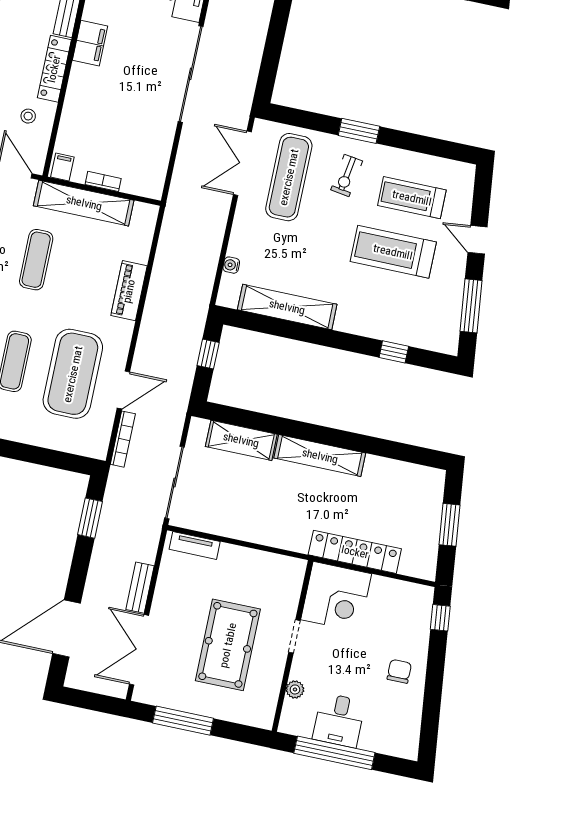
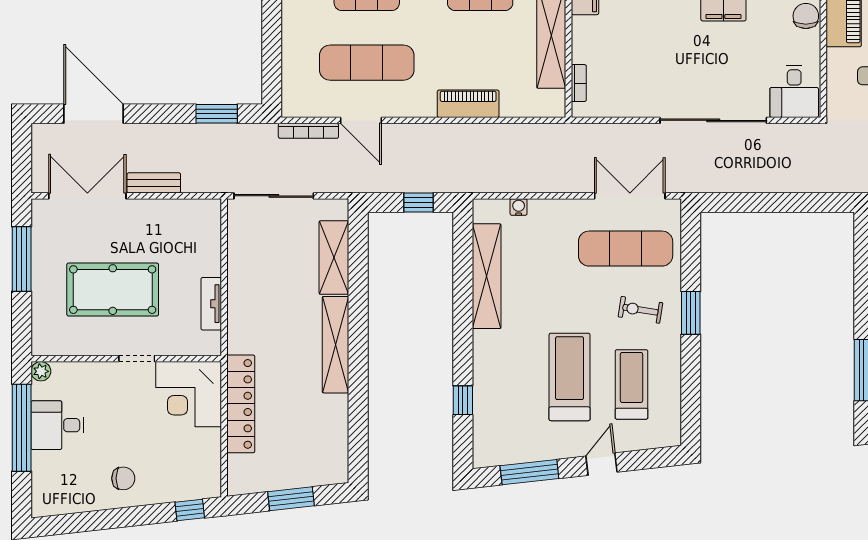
bookcase: (103, 181) -> (579, 83), moved
exercise mat: (73, 374) -> (367, 63), width x0.68
tv unit: (195, 545) -> (211, 304), moved
plant: (295, 689) -> (41, 371), moved

